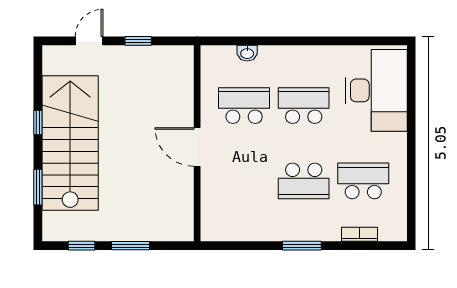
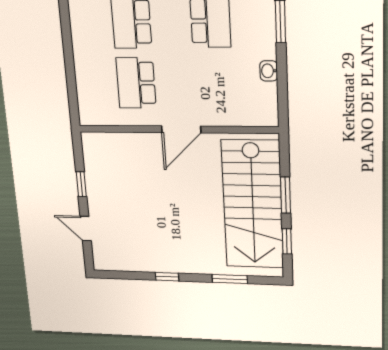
washbasin: (247, 53) -> (269, 71), moved, turned 180
stairs: (70, 143) -> (253, 205), moved, turned -90

